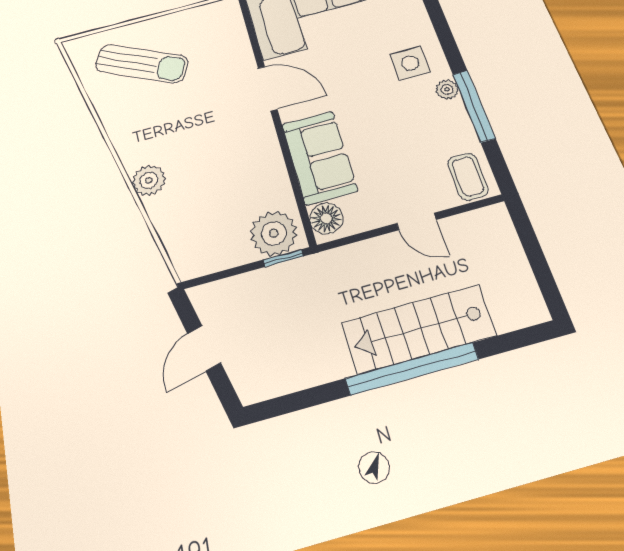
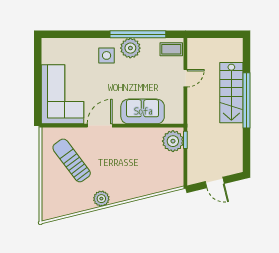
sun lounger: (142, 64) -> (72, 160), moved, turned -64
plant: (447, 89) -> (130, 48), width x1.88, depth x1.88
window: (474, 106) -> (138, 34), width x1.46
plant: (149, 180) -> (101, 199), moved
floor lamp: (326, 218) -> (173, 117), removed

